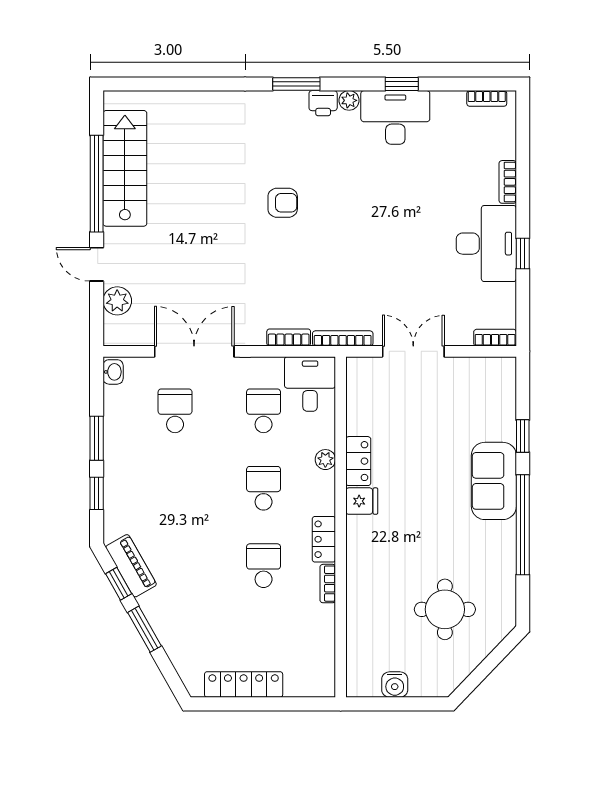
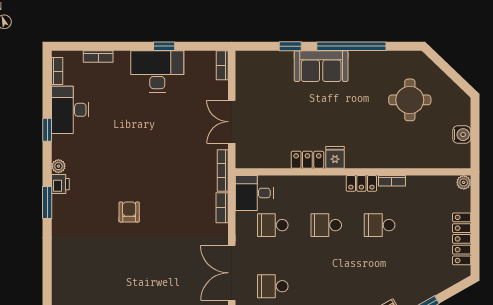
desk: (395, 117) -> (70, 110), moved
bookcase: (508, 182) -> (98, 57), moved
plant: (325, 460) -> (464, 182), moved

